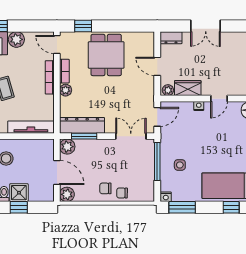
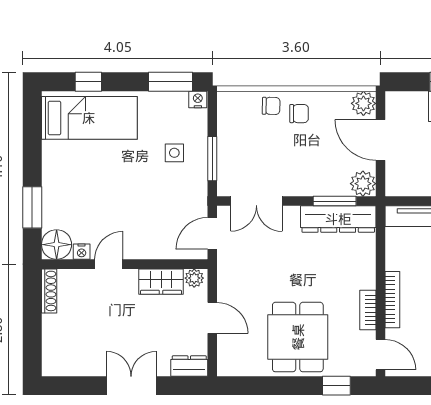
plant: (66, 90) -> (366, 278), removed
nightstand: (199, 106) -> (82, 252), moved
window: (157, 162) -> (212, 159), width x0.69

